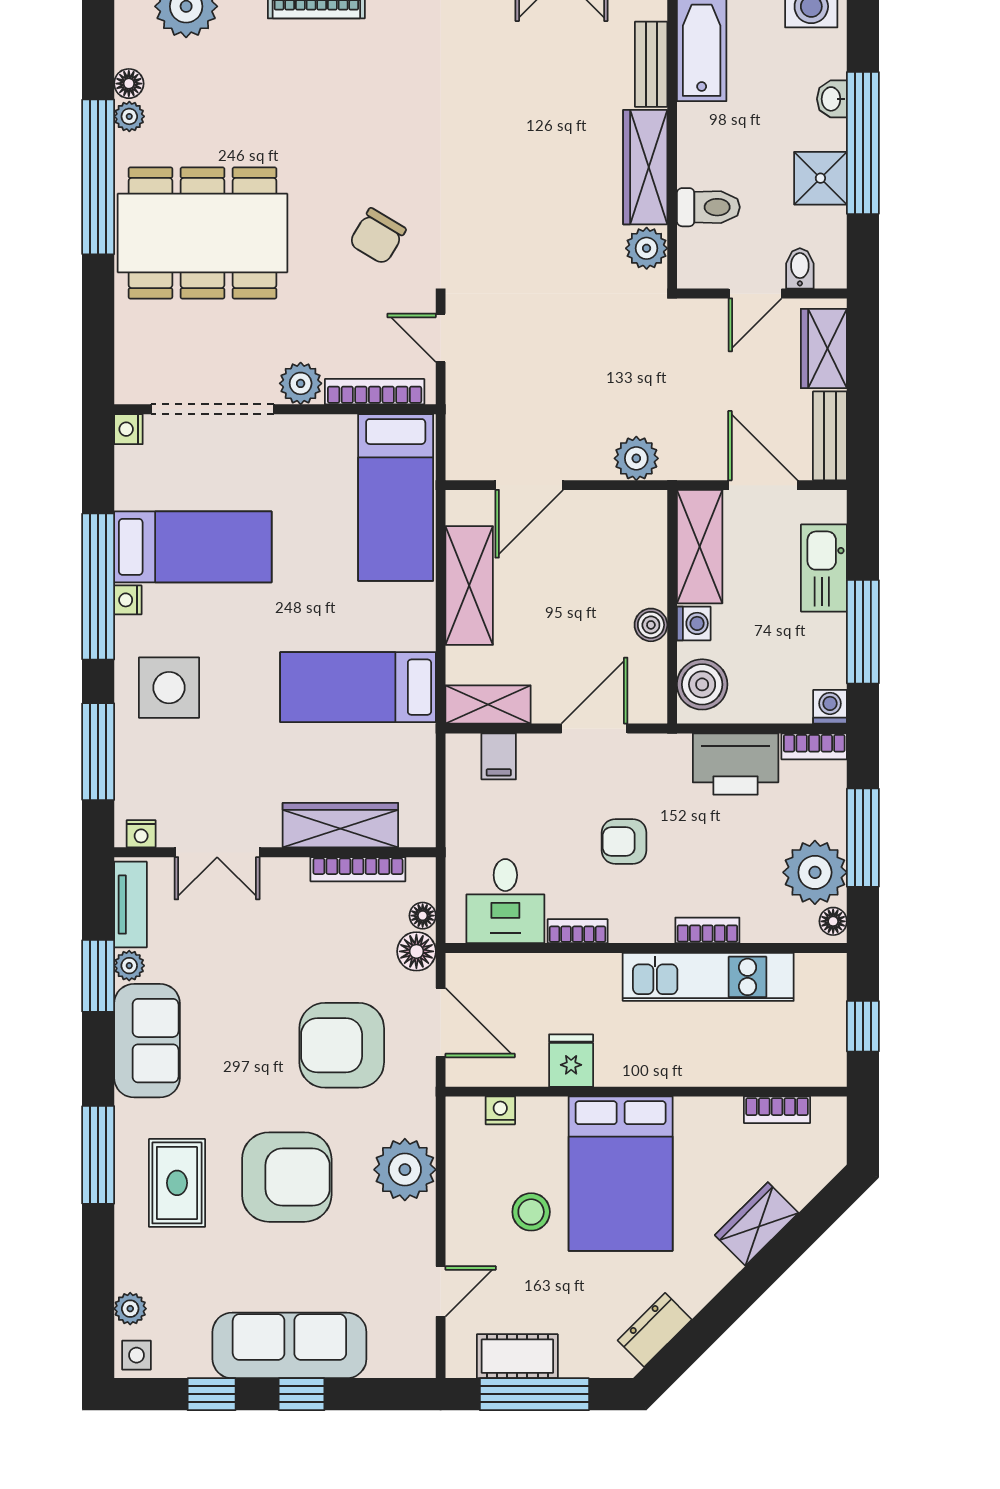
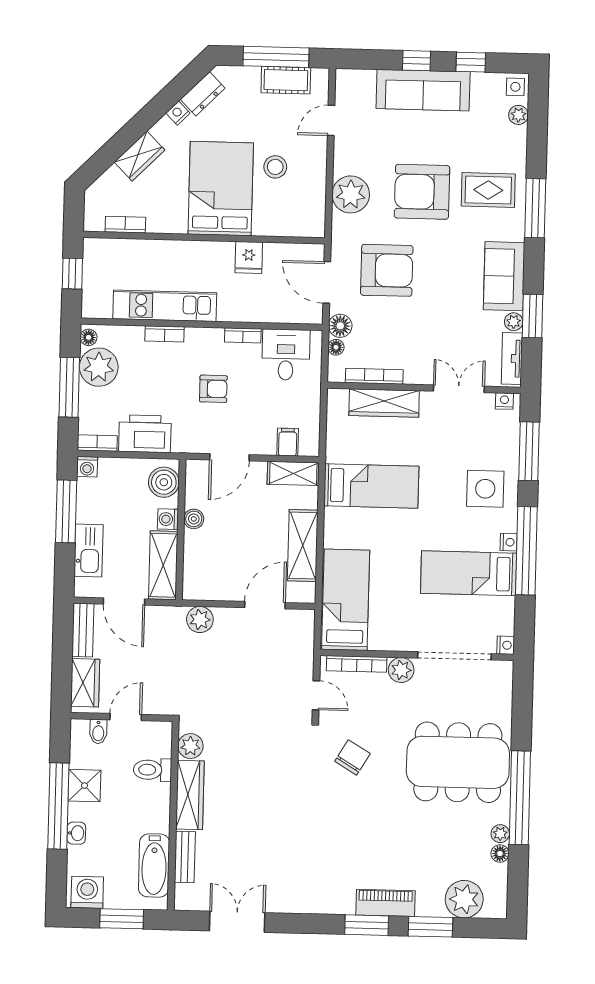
nightstand: (500, 1110) -> (178, 113), moved, turned 135
rug: (177, 1183) -> (488, 190), turned 90

